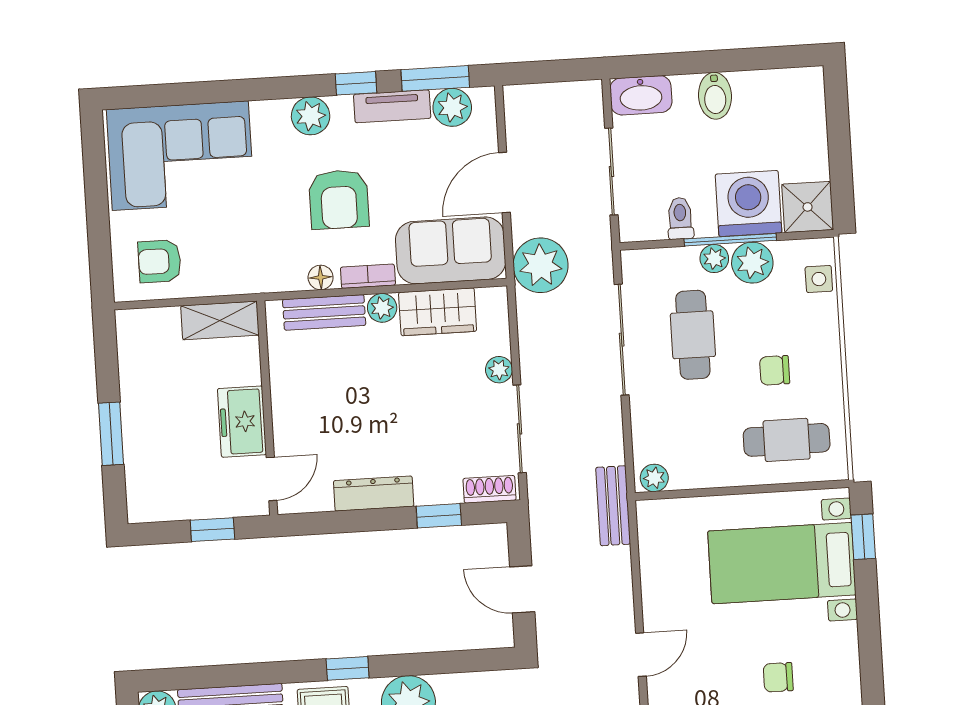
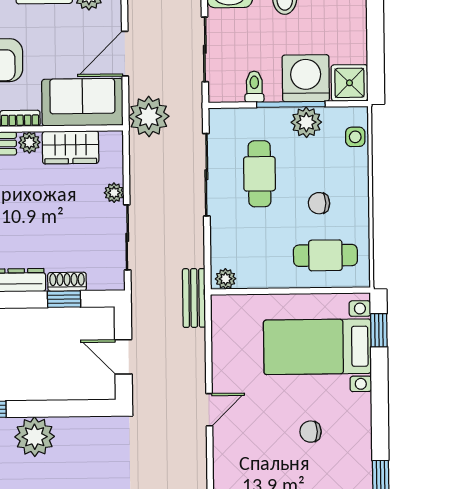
plant: (714, 259) -> (278, 118), removed
shoe rack: (489, 489) -> (67, 282), moved

